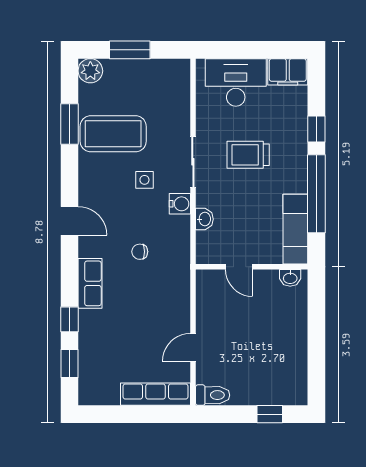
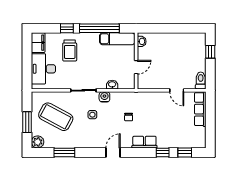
coffee table: (113, 134) -> (56, 117), moved, turned -62
trolley: (248, 155) -> (70, 50), moved

